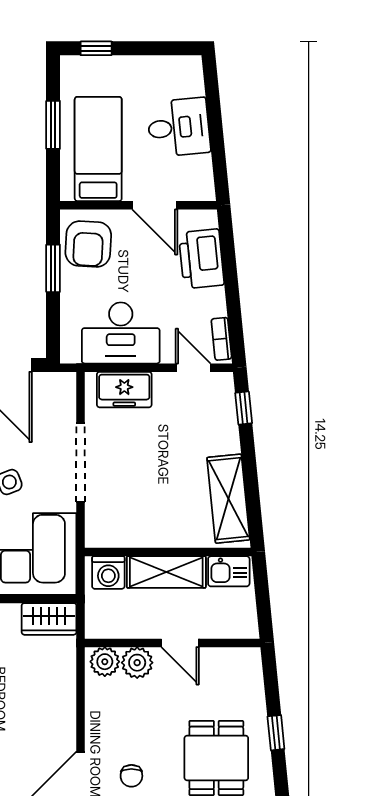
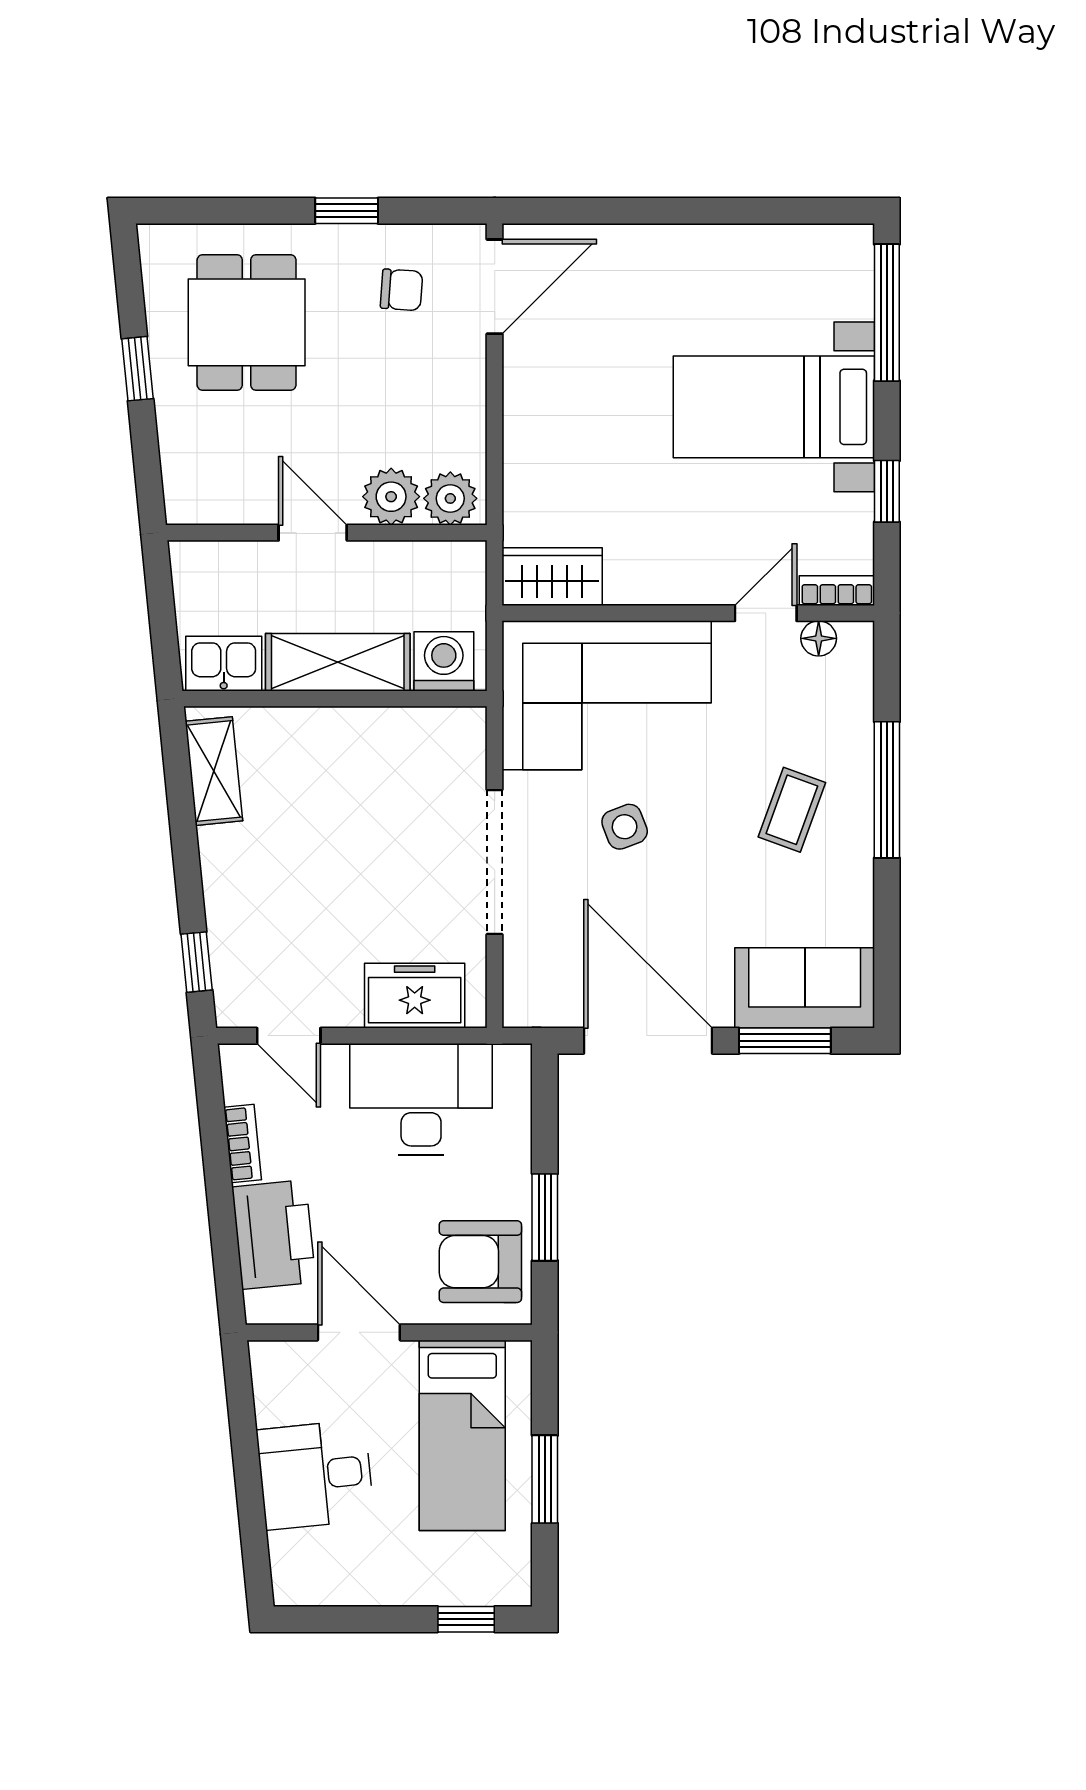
armchair: (88, 244) -> (480, 1262), turned -93
bookcase: (221, 339) -> (243, 1144), moved
shelving: (228, 499) -> (214, 771), width x0.67, depth x0.75
chair: (131, 776) -> (402, 290), turned 94

